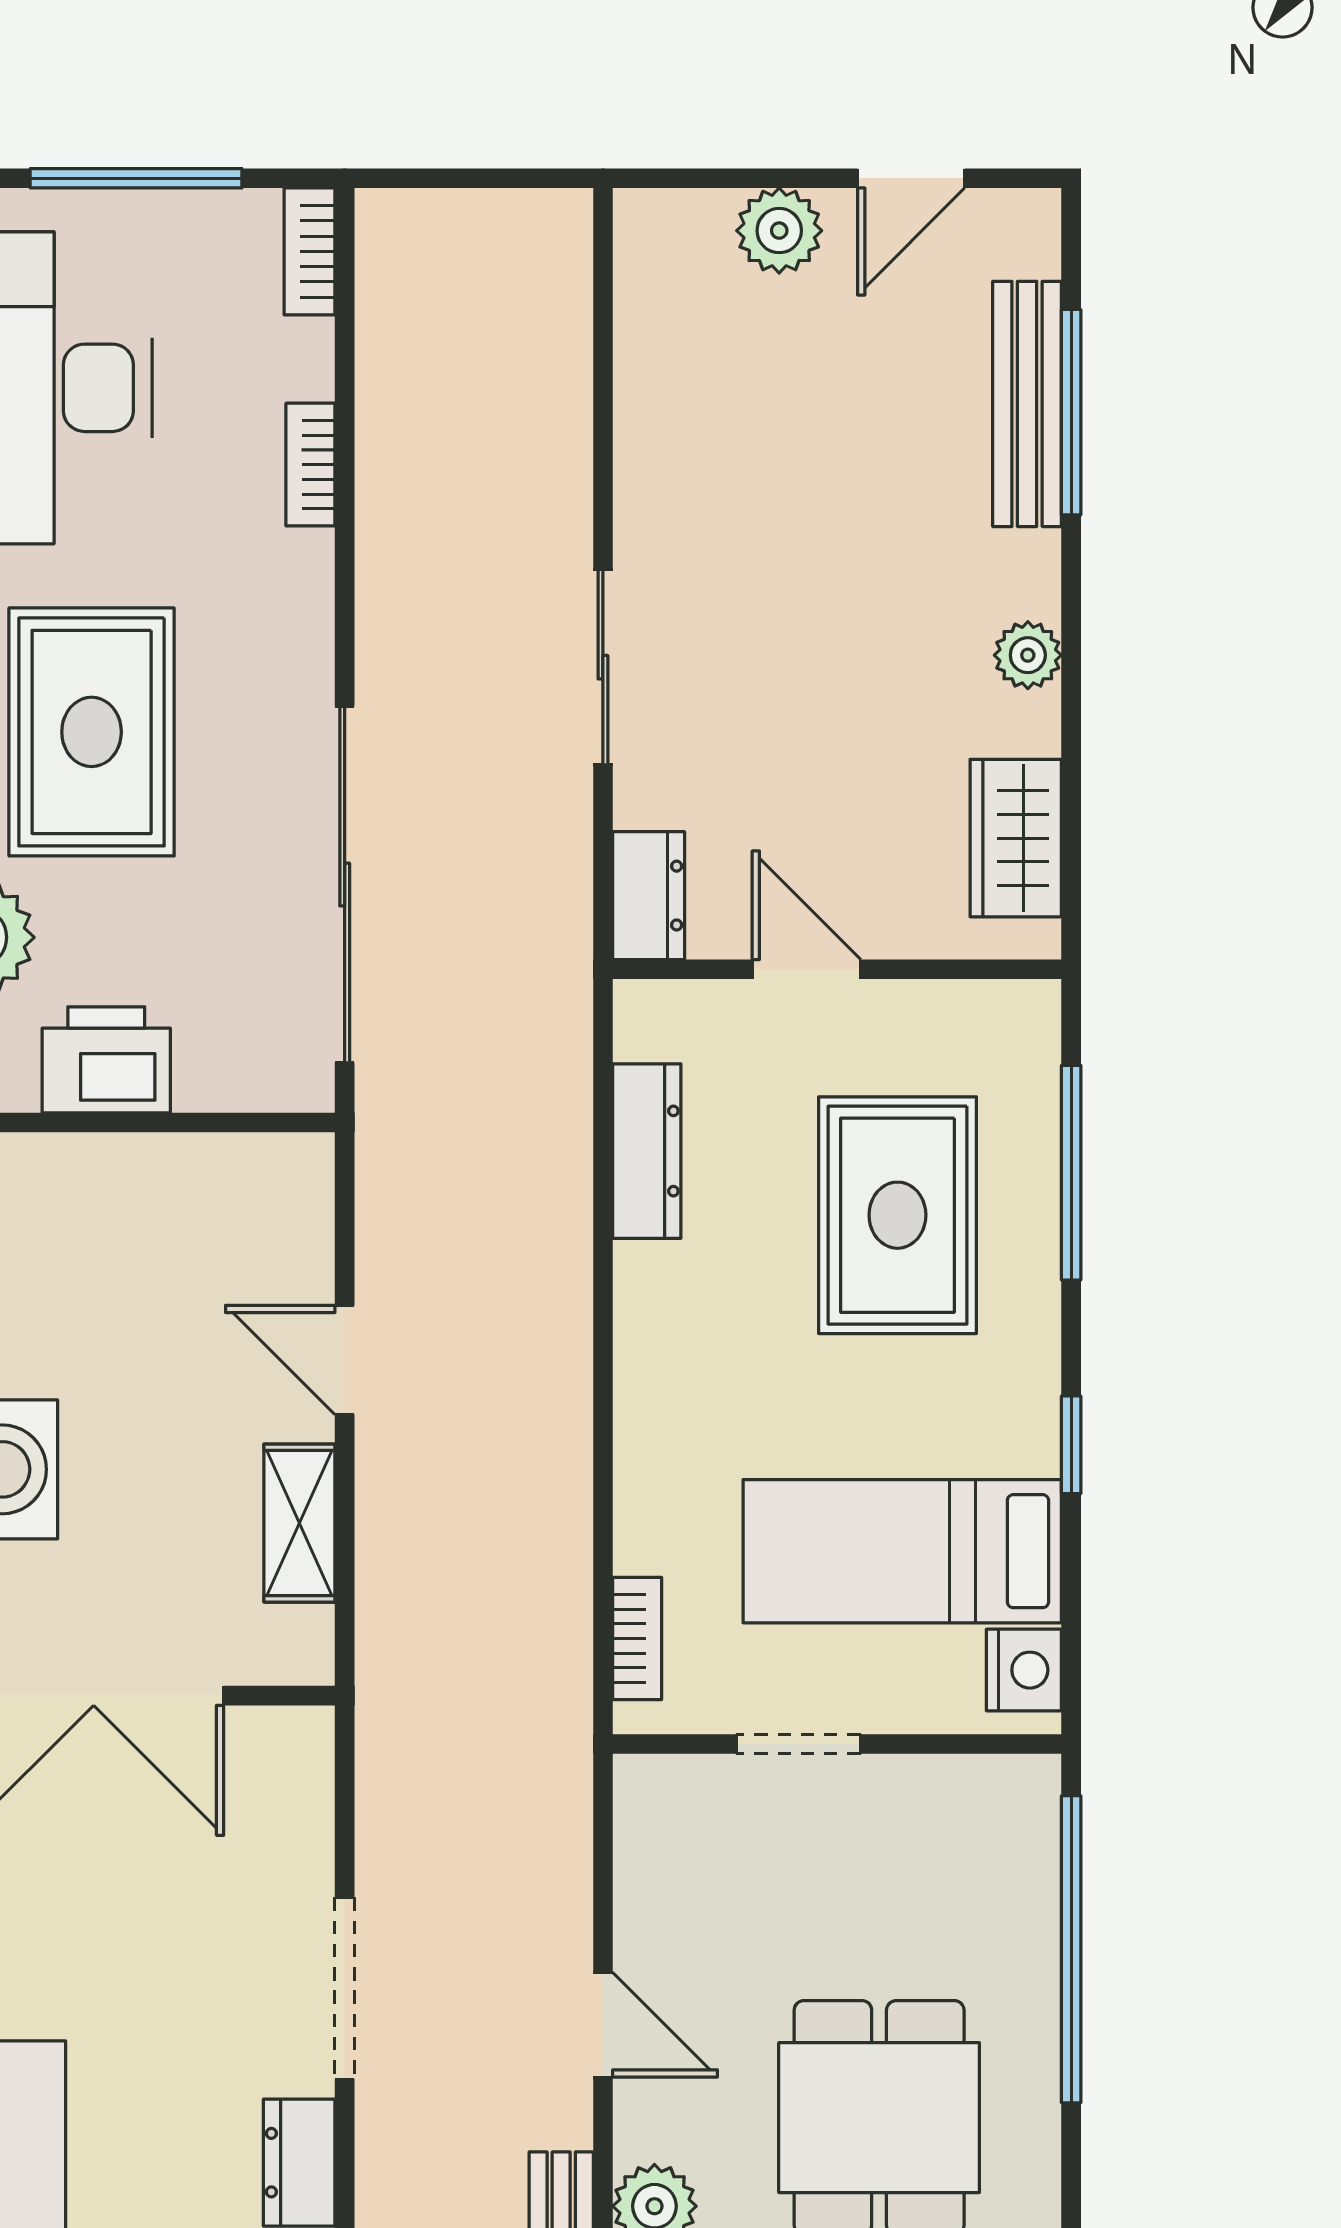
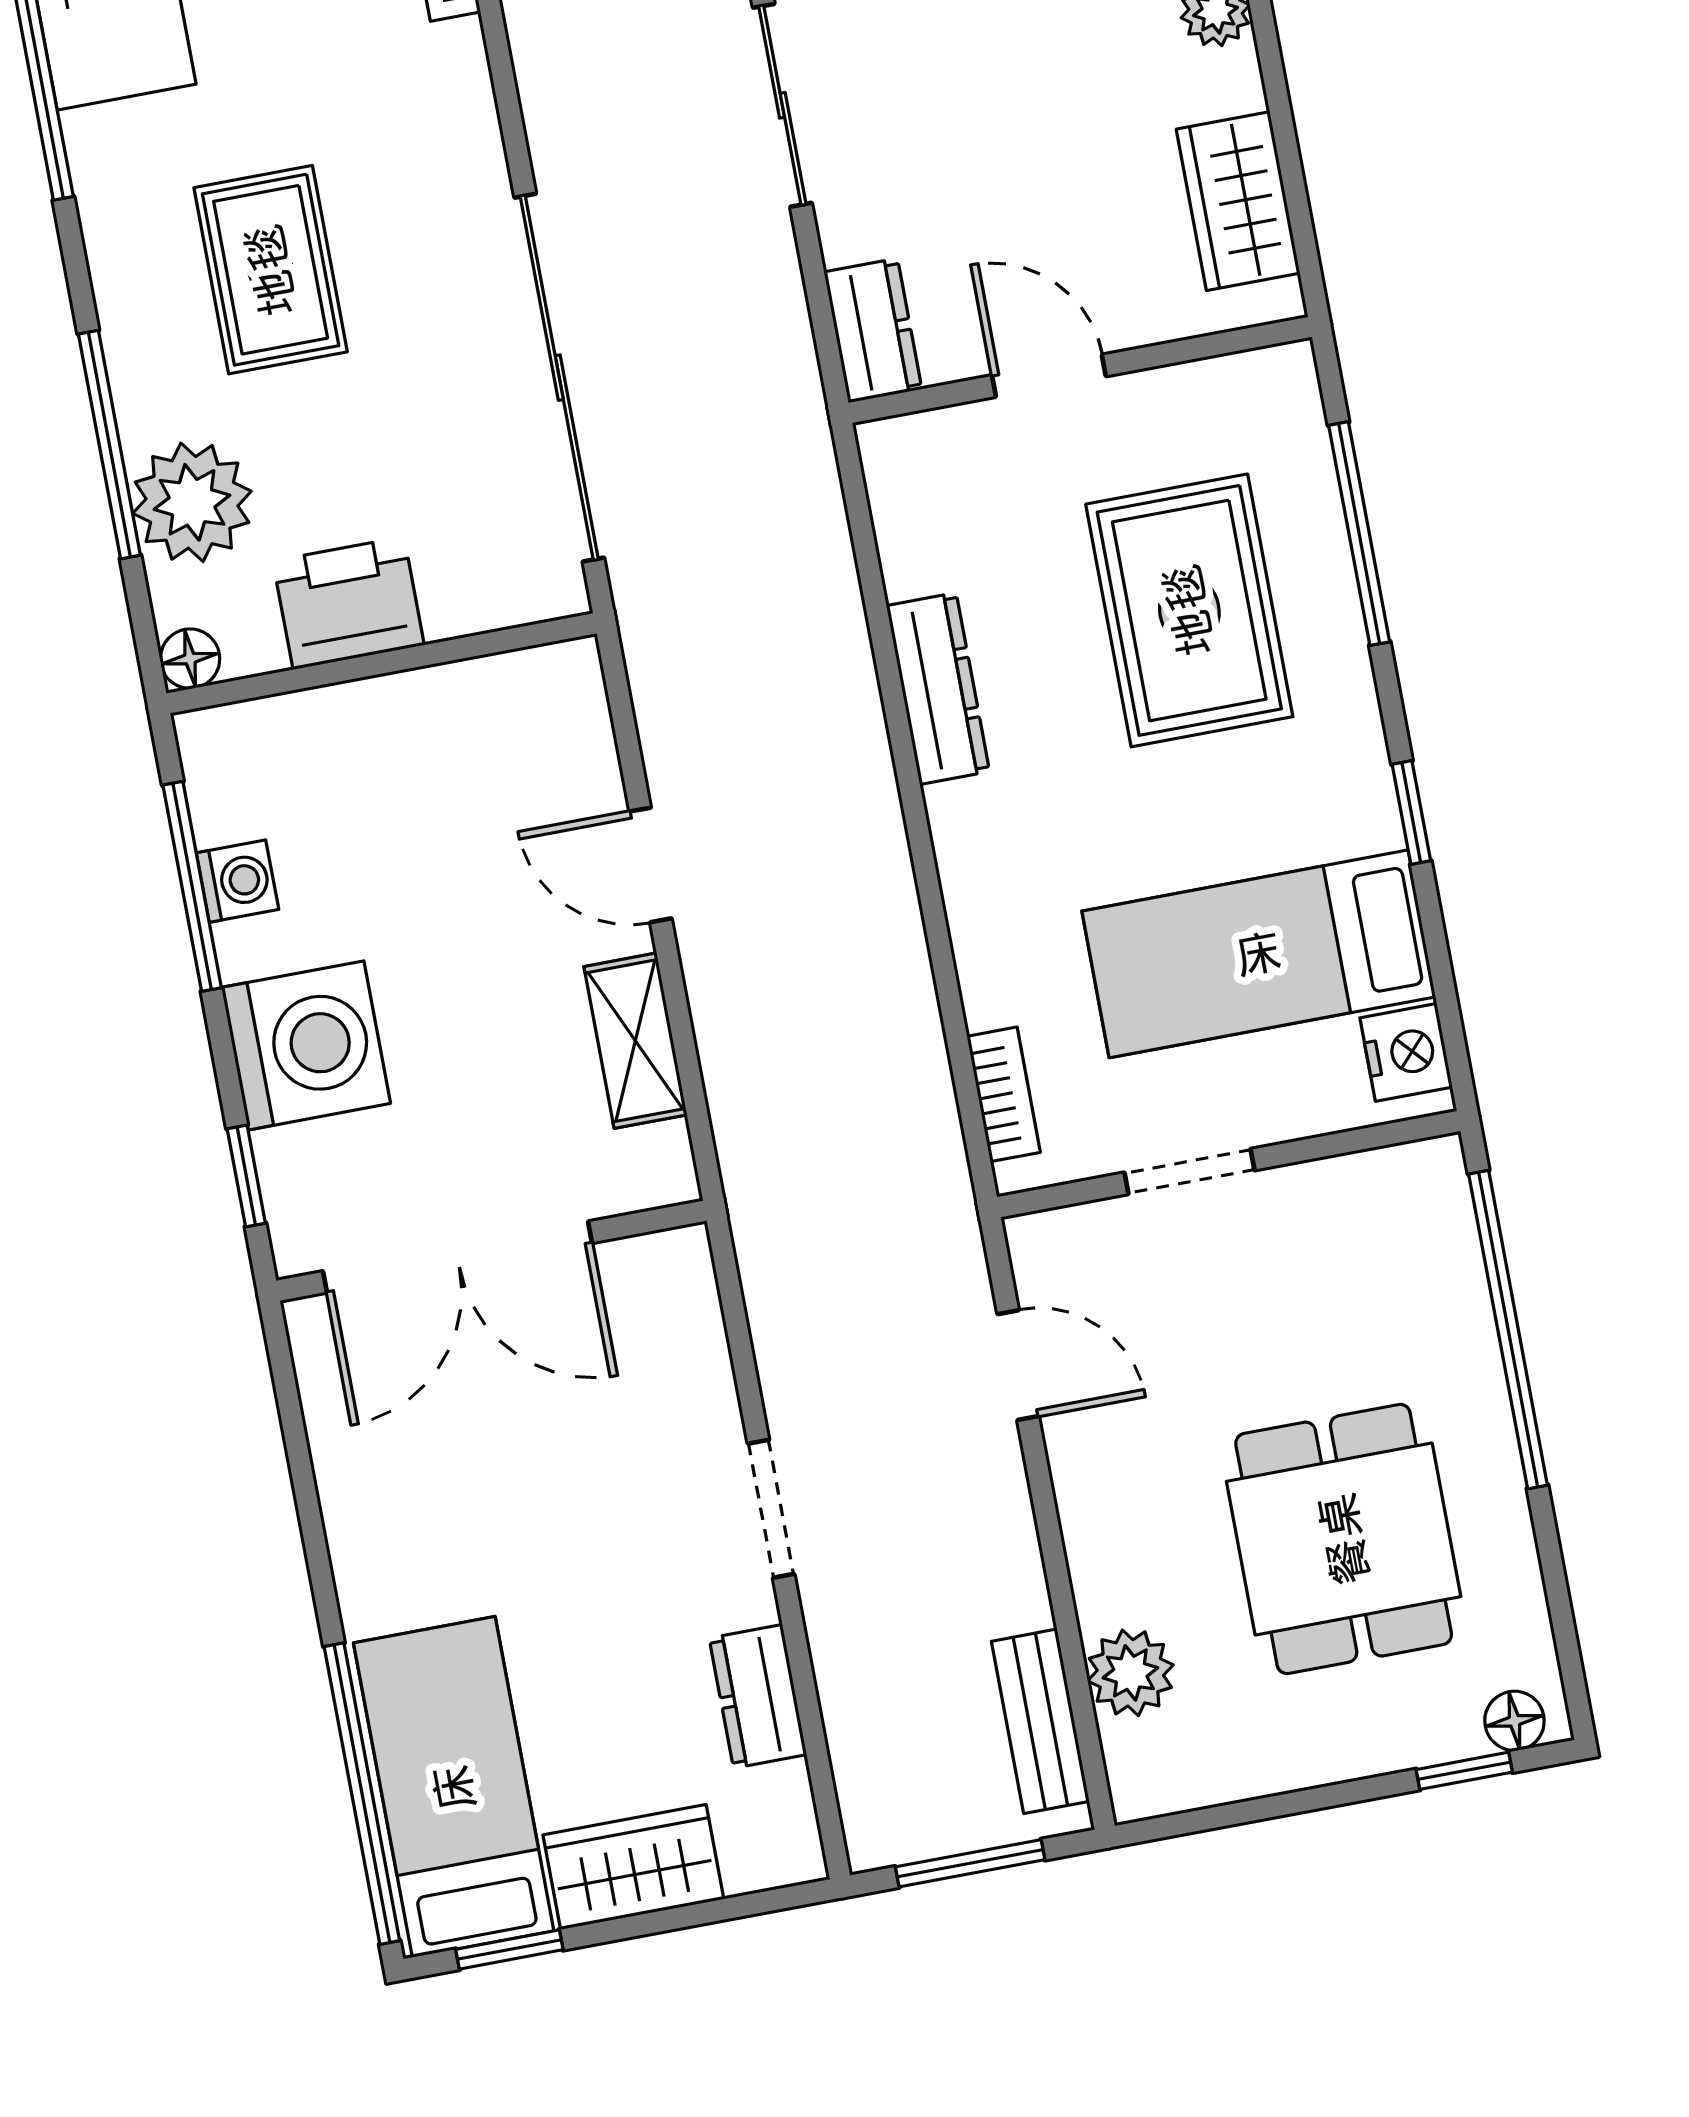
rug: (92, 732) -> (271, 270), width x0.73, depth x0.70
dresser: (647, 1151) -> (938, 689), moved
doorway: (345, 1988) -> (771, 1509), width x0.73
door: (603, 2025) -> (1018, 1365), moved

